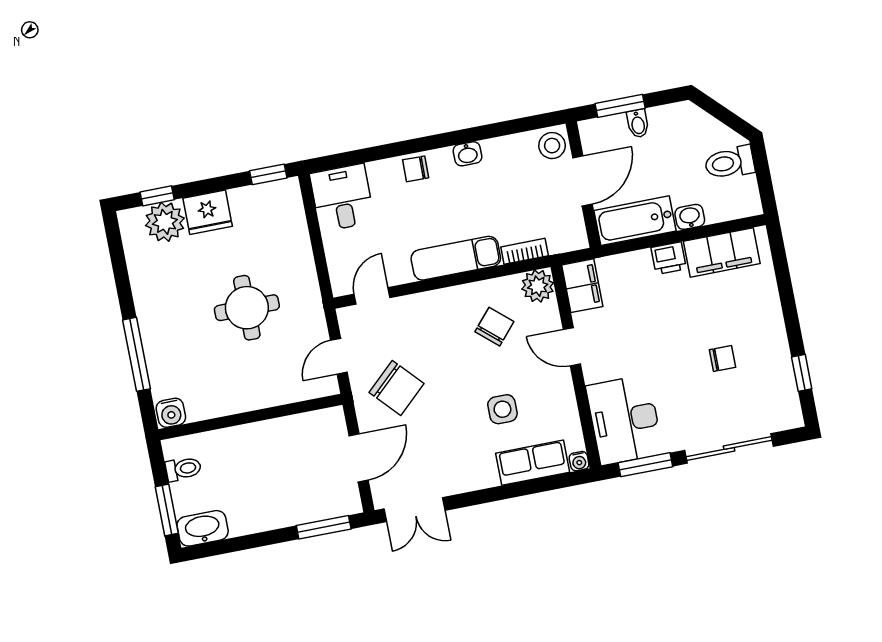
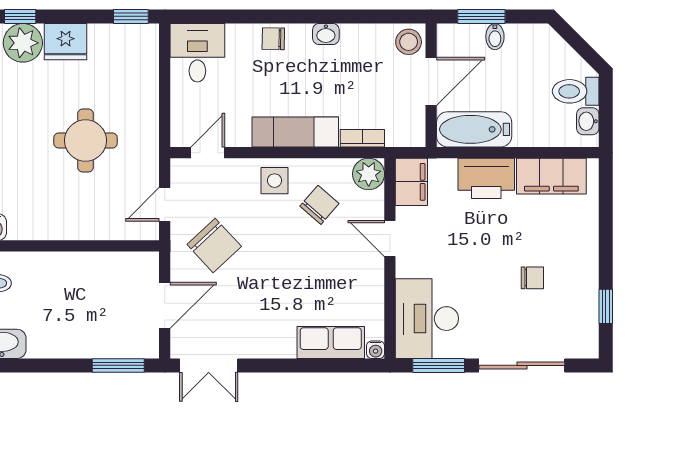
washbasin: (690, 217) -> (588, 121), moved, turned -90
printer: (669, 258) -> (486, 178), width x1.87, depth x1.48
side table: (502, 409) -> (274, 181), moved

